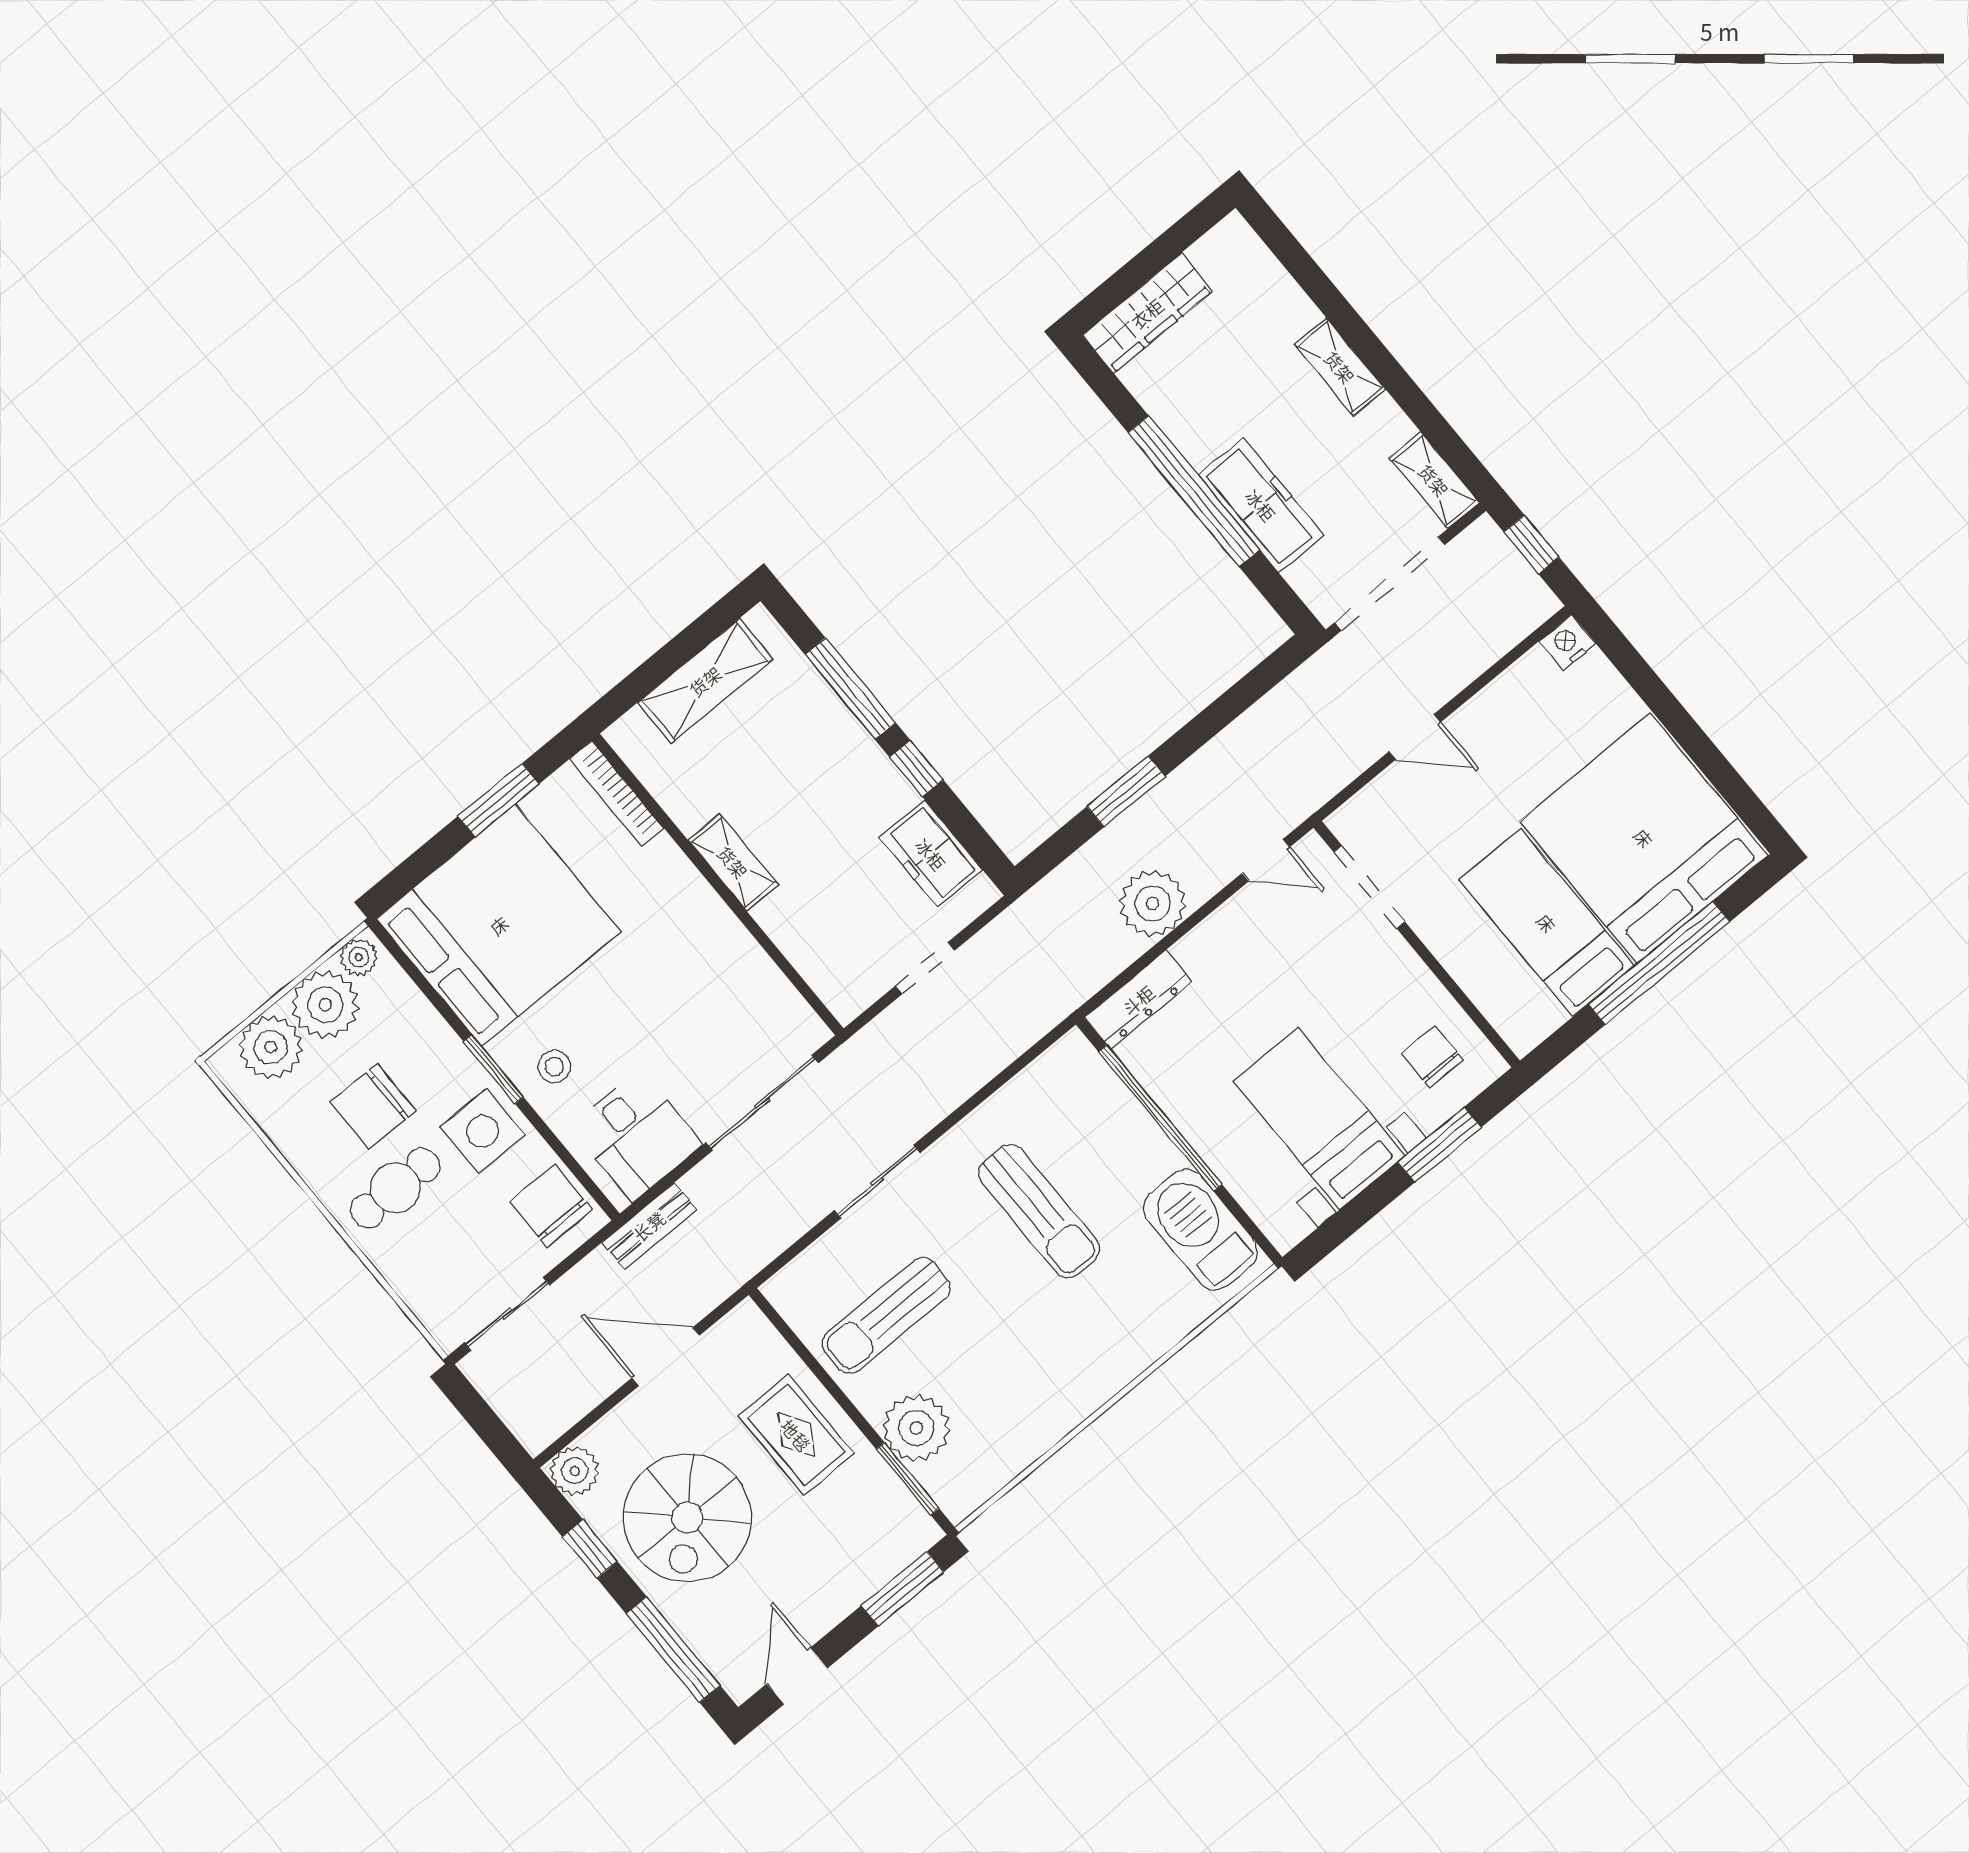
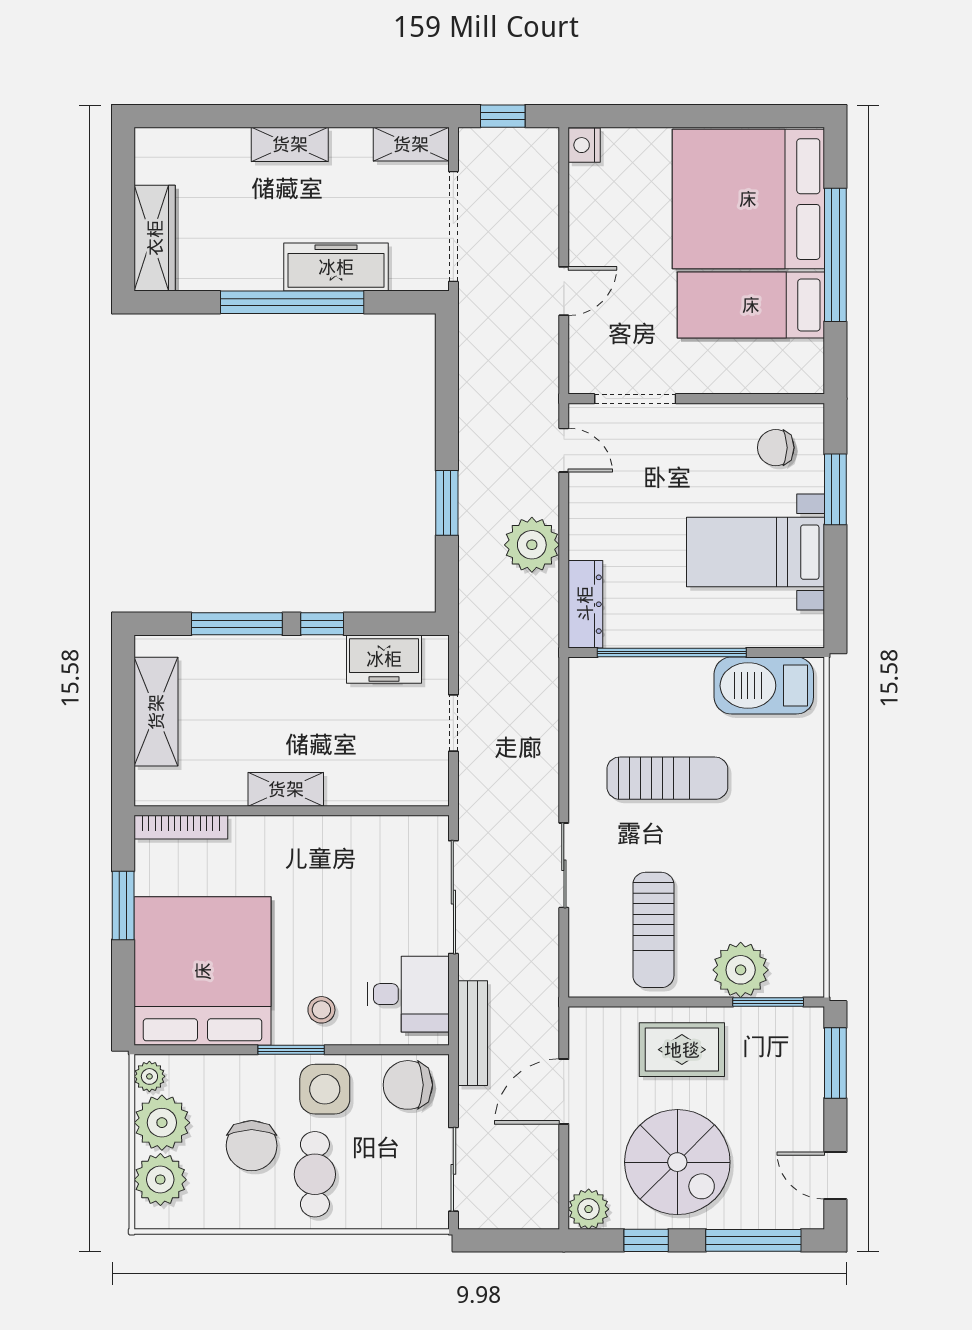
door: (1266, 860) -> (564, 450), hinge flipped
bench: (649, 1226) -> (473, 1033), width x1.36

